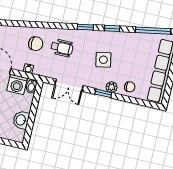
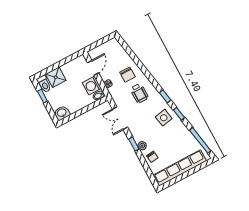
side table: (103, 60) -> (164, 118), moved
washbasin: (21, 120) -> (62, 113), moved

